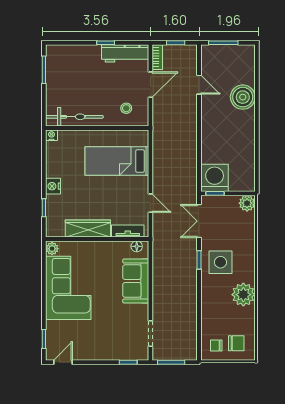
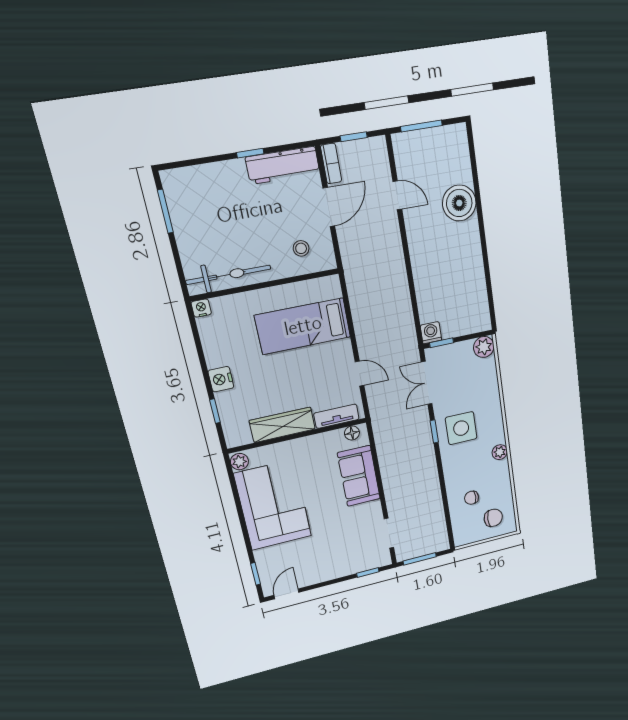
washing machine: (215, 178) -> (431, 333), width x0.53, depth x0.53
plant: (243, 295) -> (500, 452), width x0.53, depth x0.53
chair: (216, 345) -> (472, 498), moved

